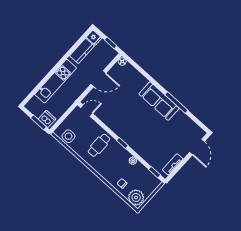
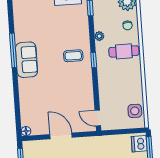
sofa: (159, 101) -> (27, 60), width x0.73
coffee table: (137, 134) -> (73, 56), added
cafe table: (99, 145) -> (124, 51), moved

